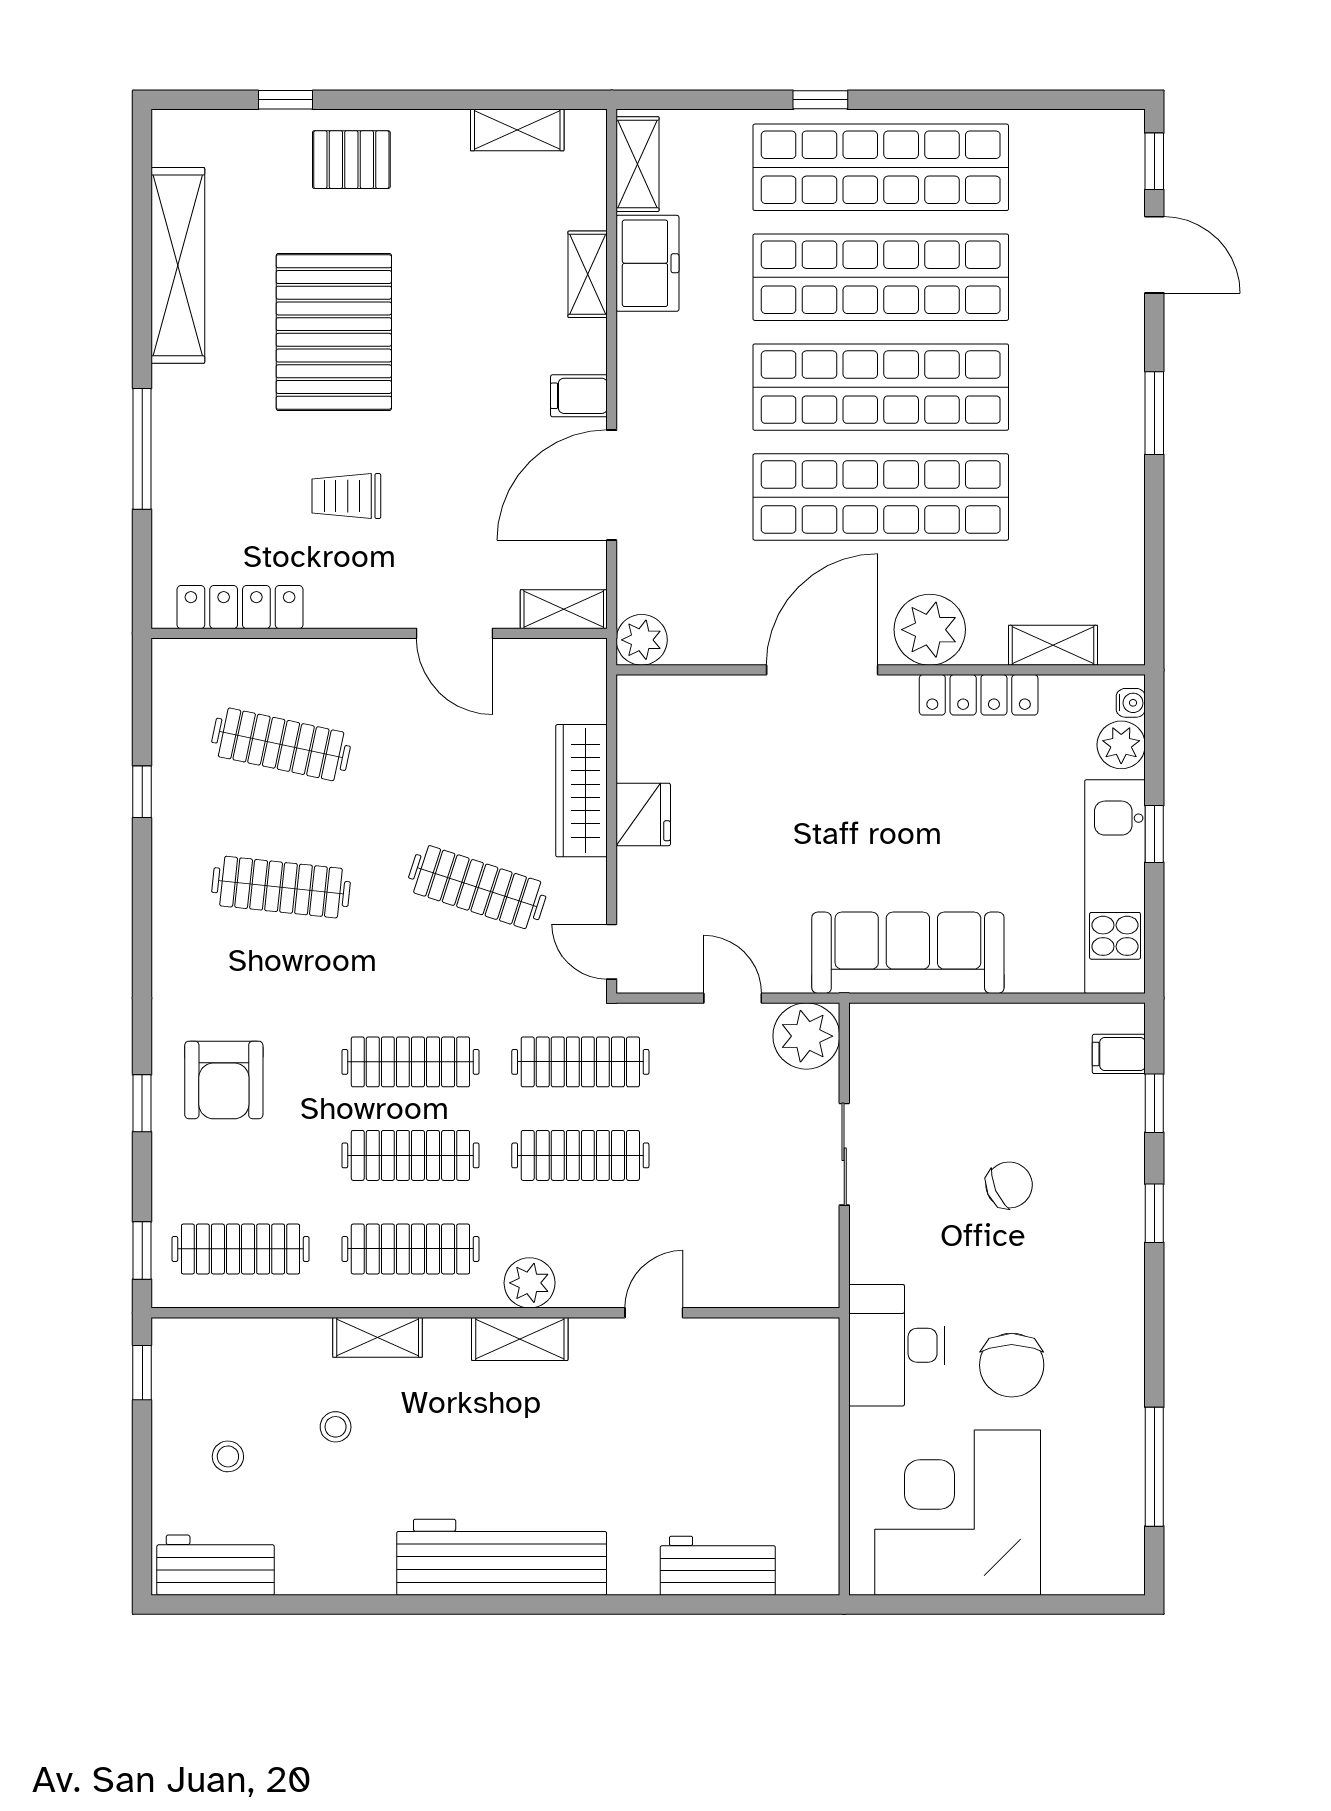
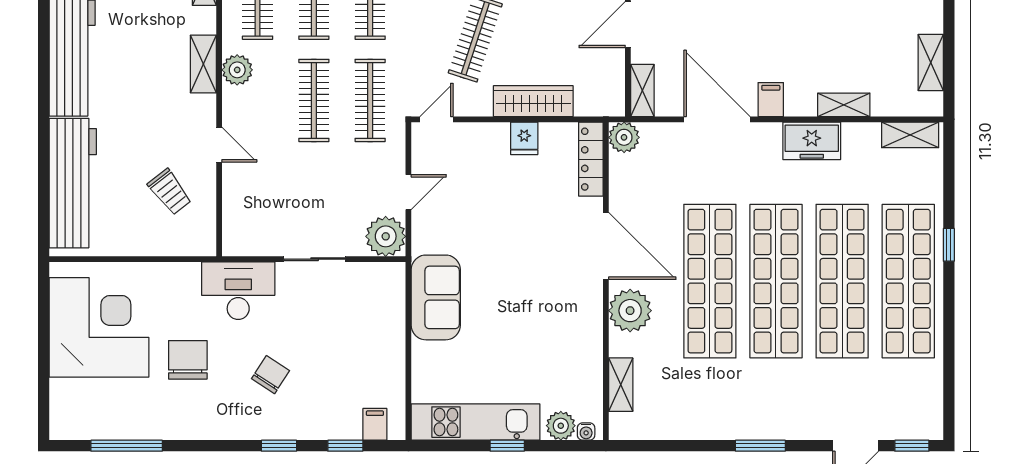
freezer: (647, 263) -> (812, 141), moved
locker: (979, 695) -> (591, 159), moved
fridge: (643, 814) -> (524, 138), width x0.72
sofa: (908, 953) -> (436, 297), width x0.73
chair: (1009, 1185) -> (271, 375), moved, turned -123
desk: (897, 1345) -> (238, 291), moved
chair: (1012, 1365) -> (188, 360), turned 90
trolley: (733, 1395) -> (170, 192), added
workbench: (718, 1566) -> (73, 183), width x1.88, depth x1.32

